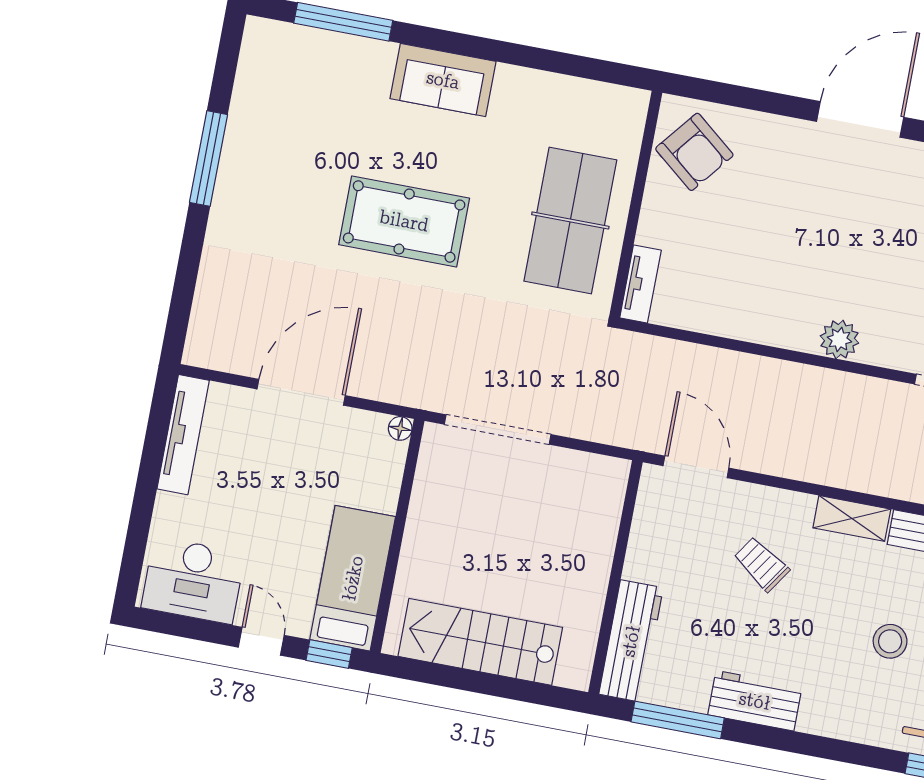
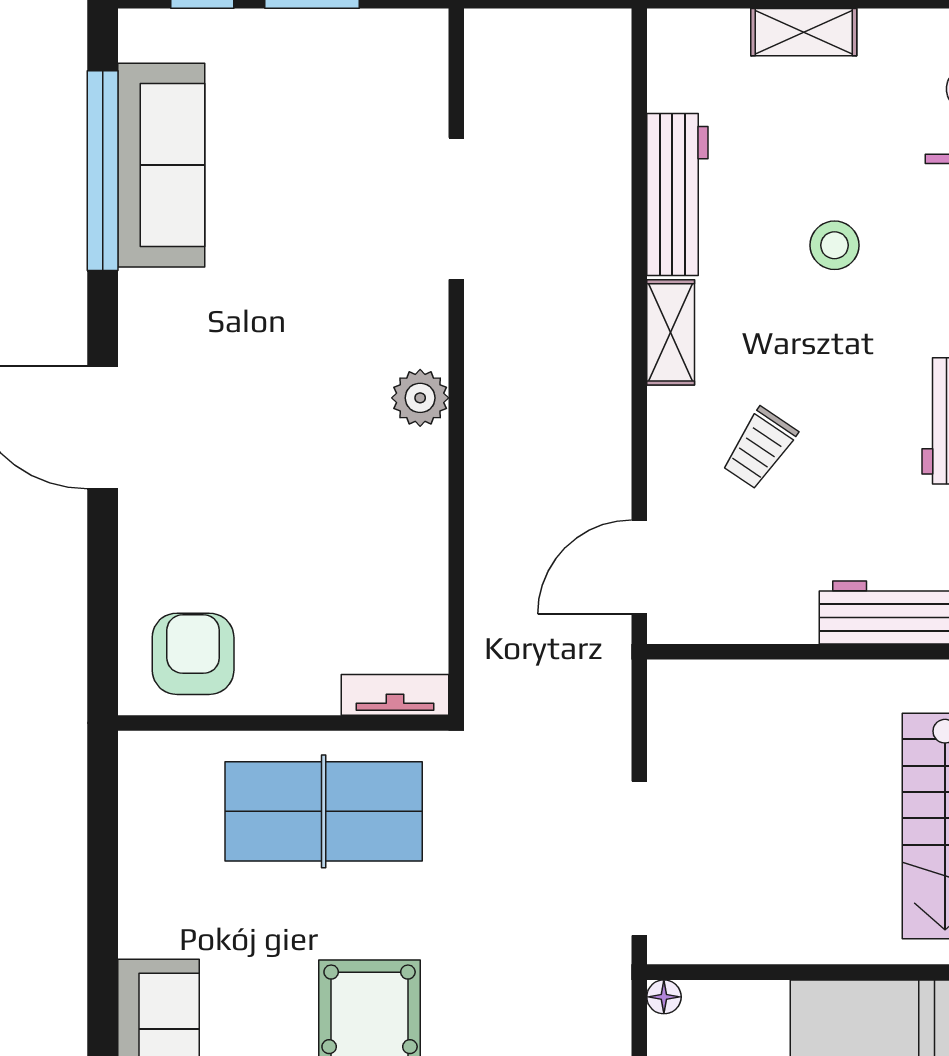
armchair: (694, 152) -> (193, 654), turned -39

